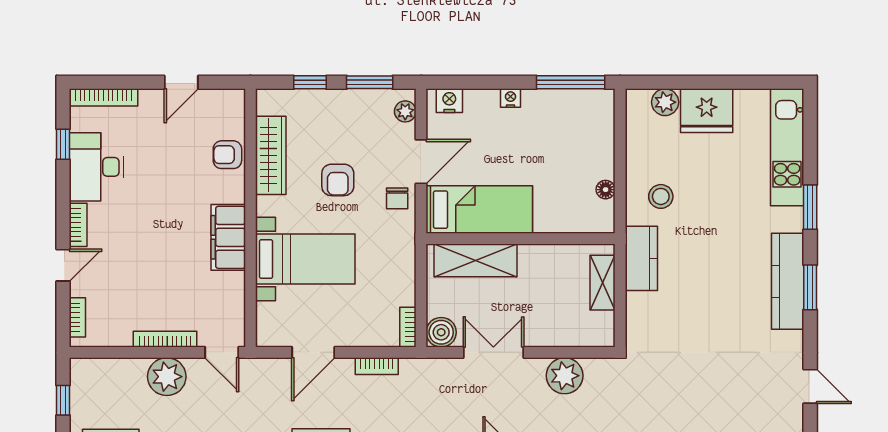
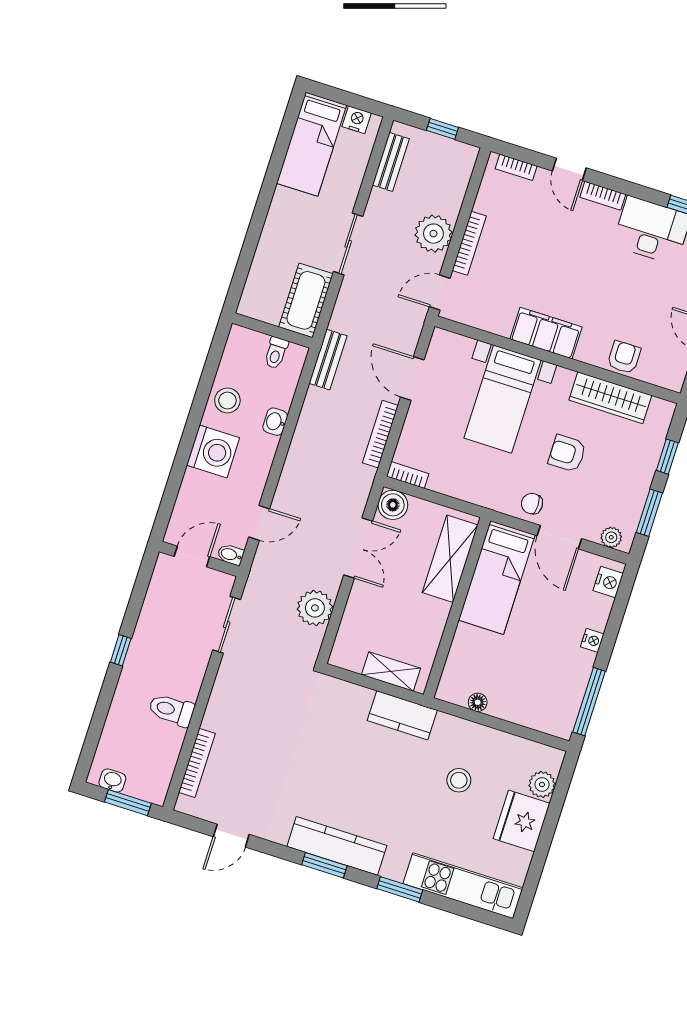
stool: (661, 196) -> (459, 780), moved
bookcase: (377, 366) -> (380, 434), width x1.56

